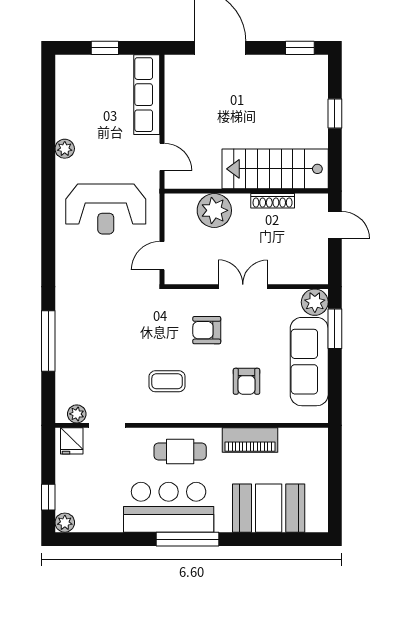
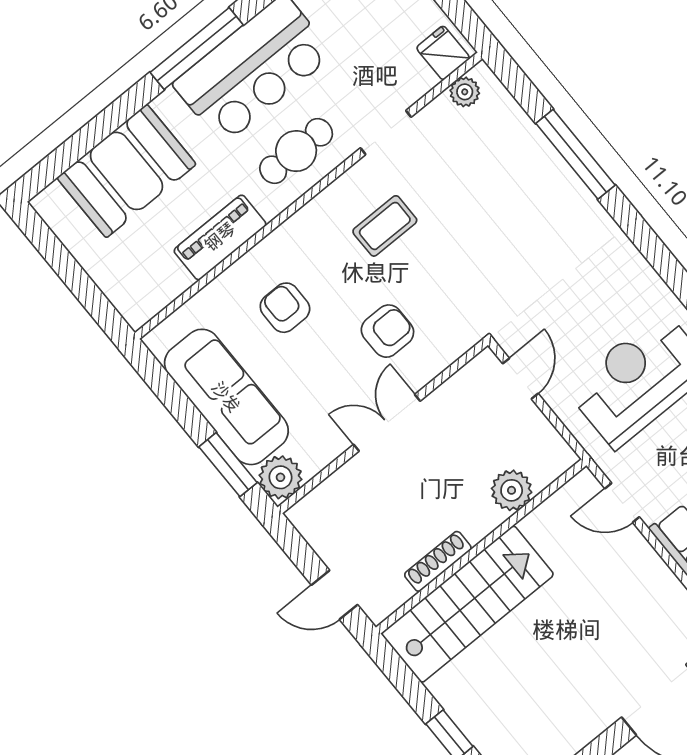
plant: (214, 210) -> (512, 490), width x0.73, depth x0.73
double door: (243, 287) -> (387, 423), swing flipped
doorway: (107, 425) -> (386, 133), moved

